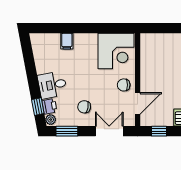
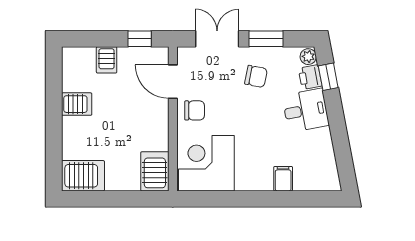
server rack: (149, 46) -> (155, 171), added
door: (138, 103) -> (173, 82), hinge flipped
window: (67, 131) -> (266, 39), moved
double door: (109, 131) -> (217, 39), swing flipped

